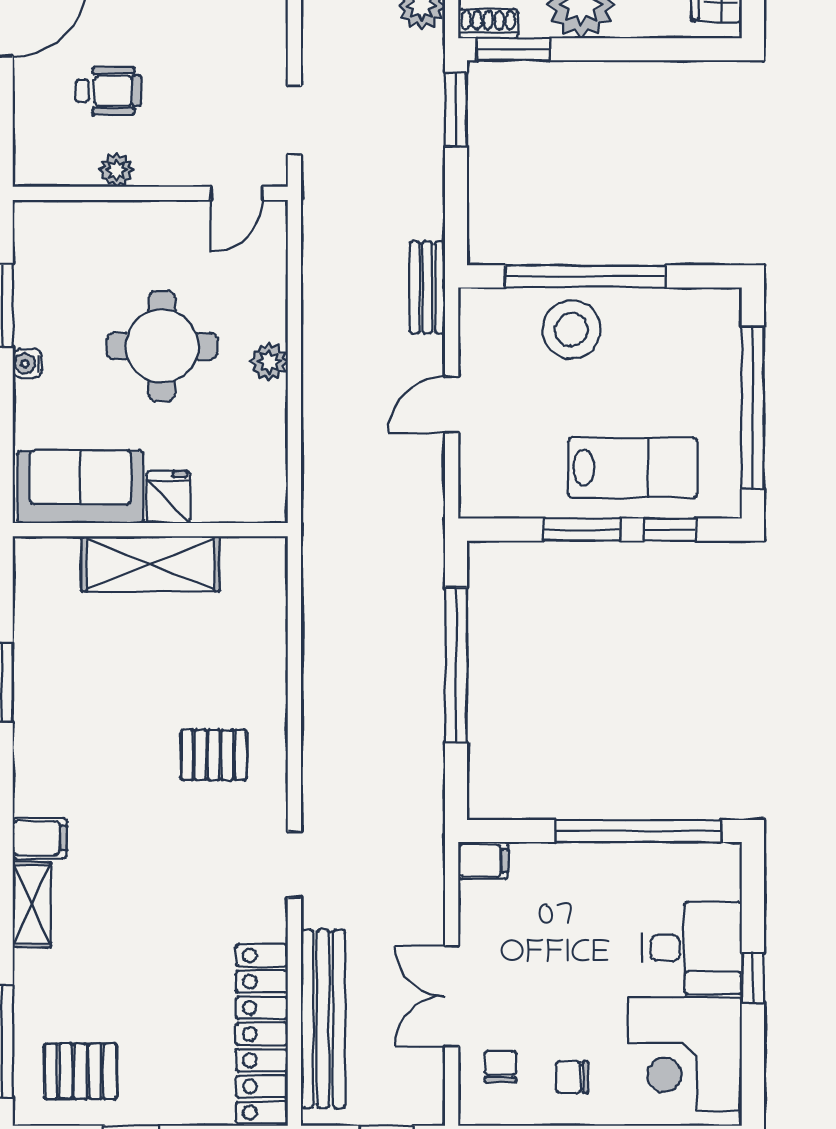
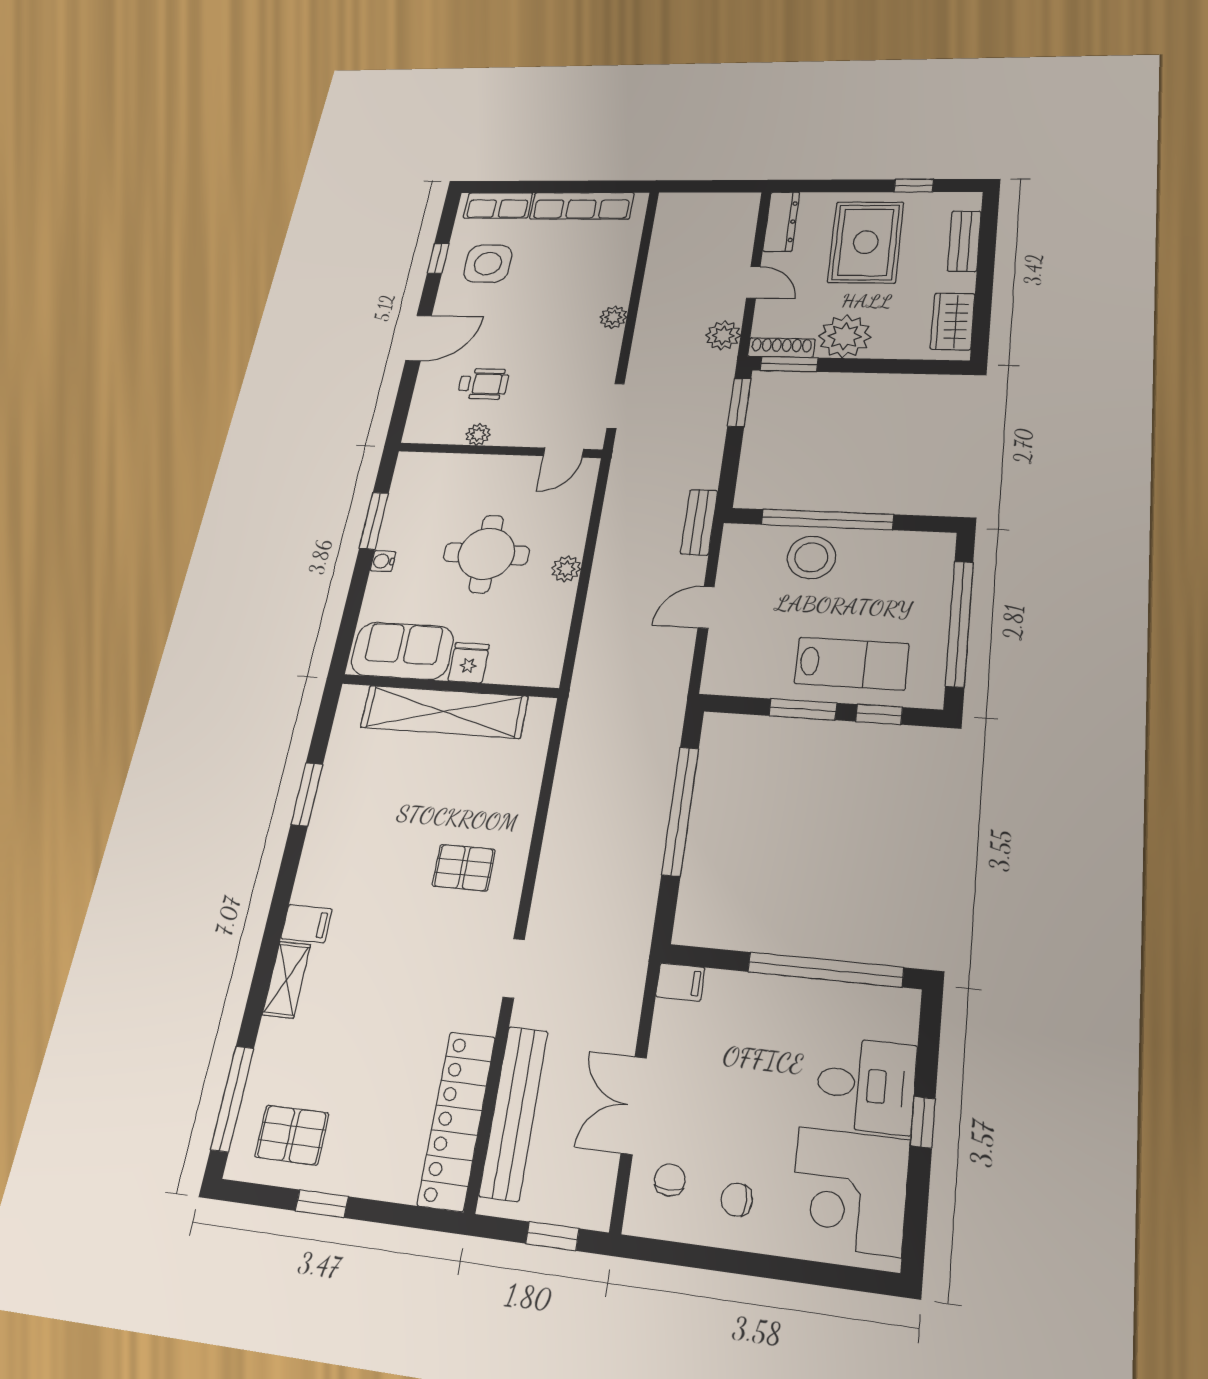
shoe rack: (488, 24) -> (781, 348), width x1.43
shelving: (150, 564) -> (444, 712), width x1.47

